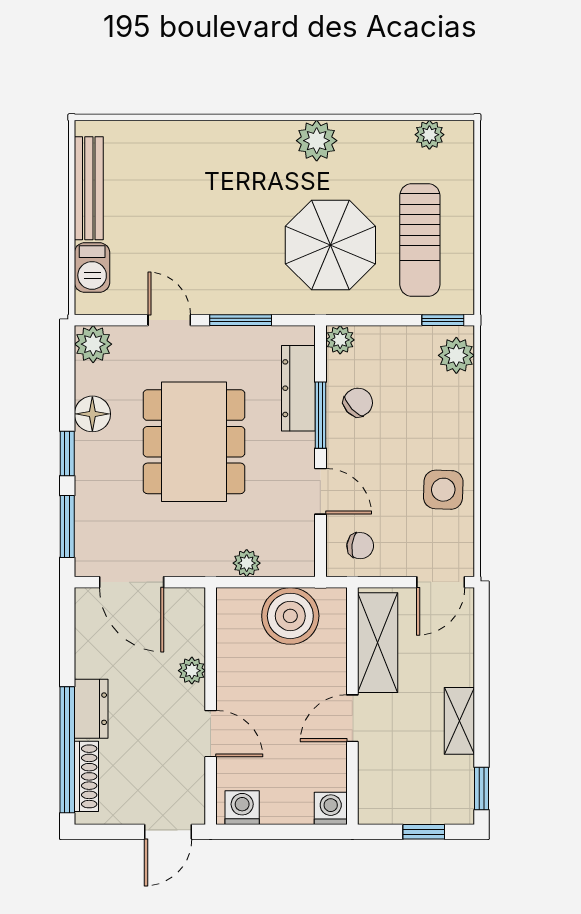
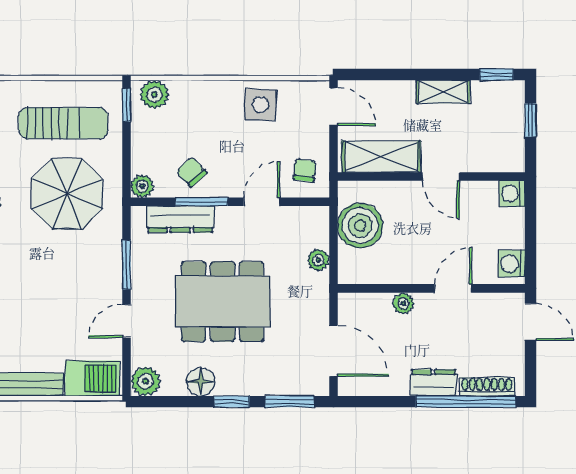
barbecue: (92, 268) -> (92, 378), width x1.38, depth x1.27
door: (132, 582) -> (333, 351), hinge flipped

